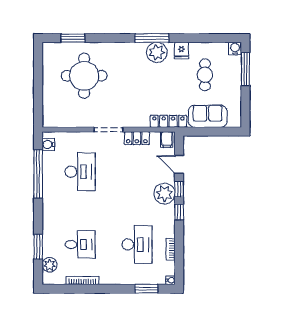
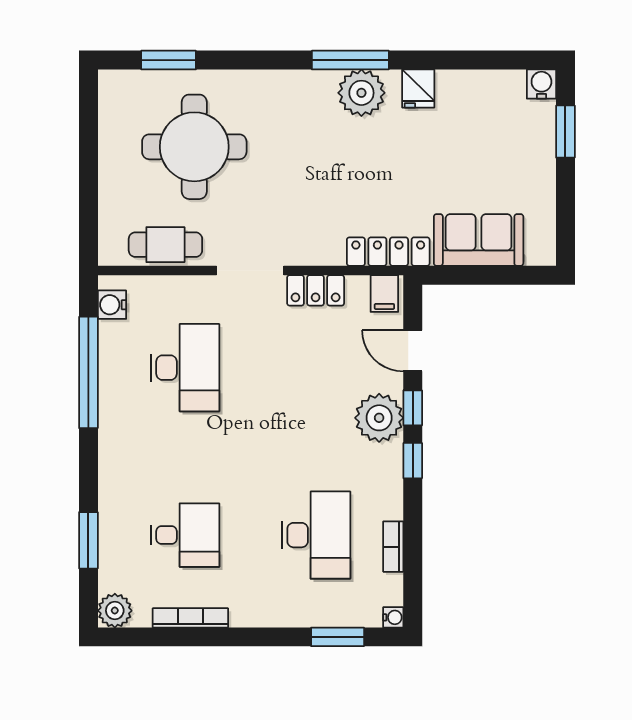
window: (245, 69) -> (565, 132), width x0.69
cafe table: (205, 75) -> (165, 245), moved, turned 90
plant: (50, 265) -> (115, 611), moved

